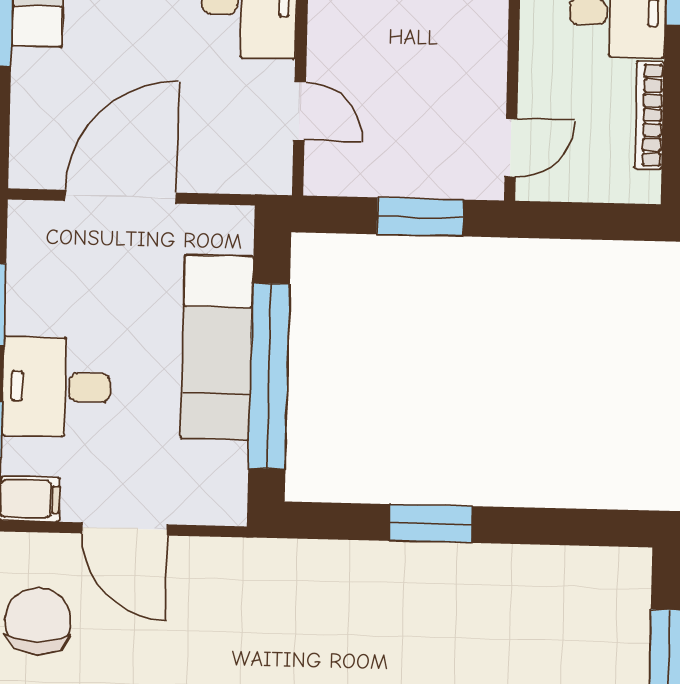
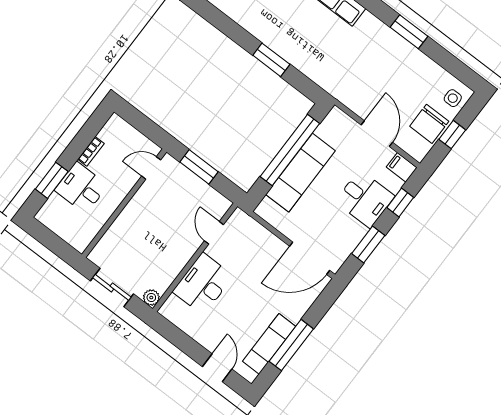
bookcase: (649, 115) -> (91, 151), width x0.64
door: (121, 197) -> (310, 258), moved

